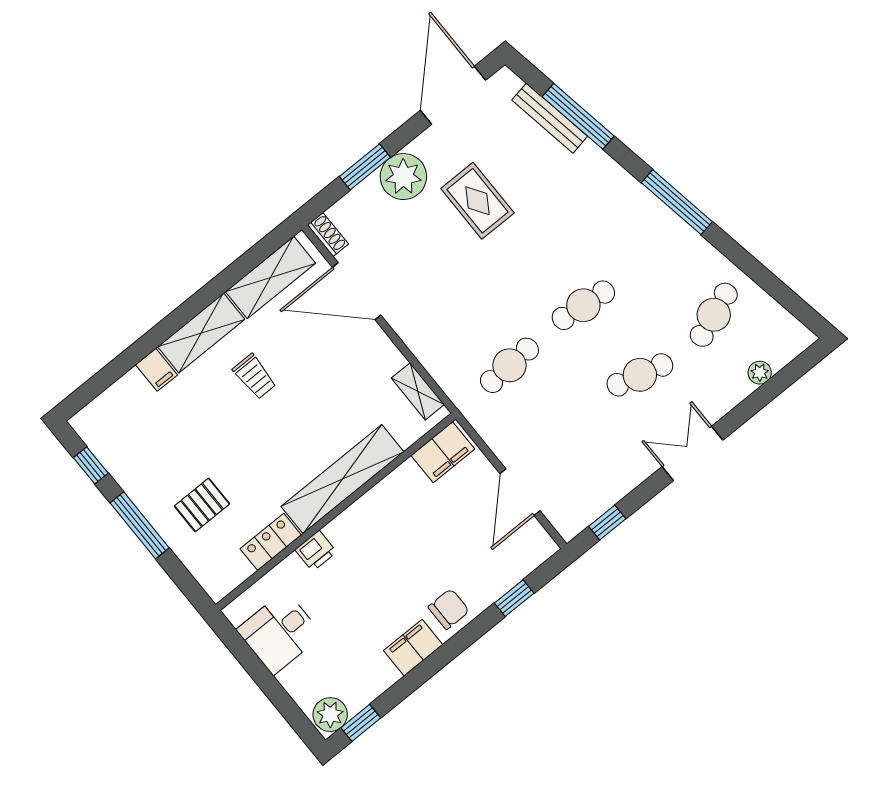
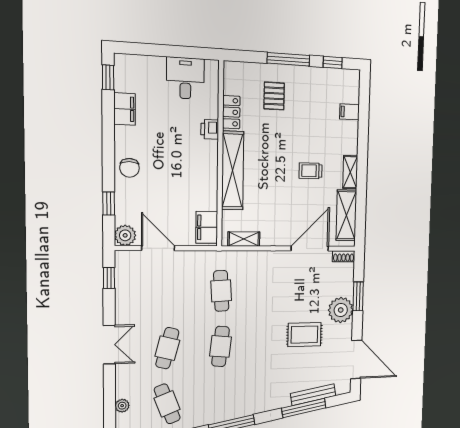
shelving: (201, 333) -> (350, 172), width x0.67, depth x0.75
filing cabinet: (157, 370) -> (349, 112), moved
filing cabinet: (413, 648) -> (125, 109), moved
plant: (330, 715) -> (125, 235), moved

